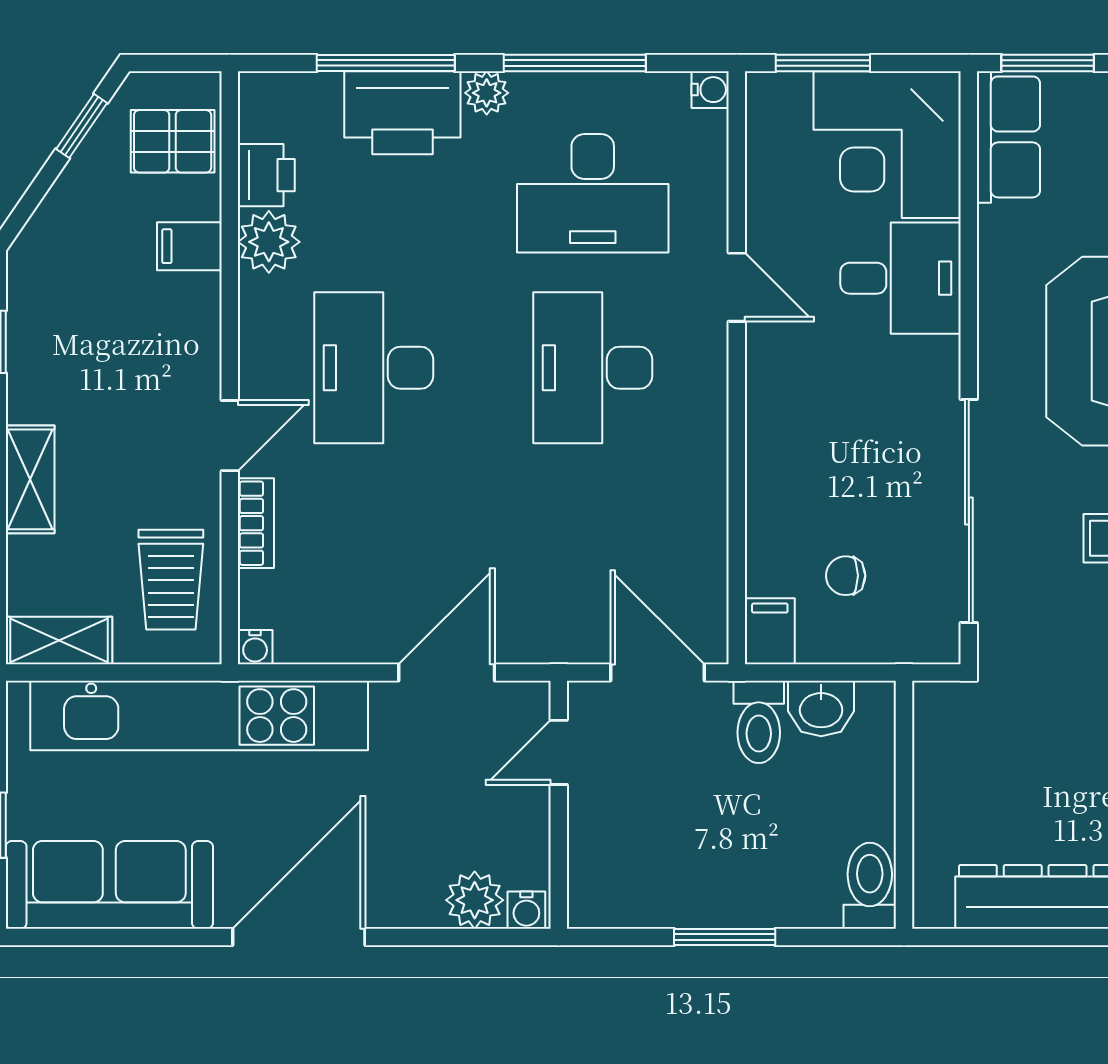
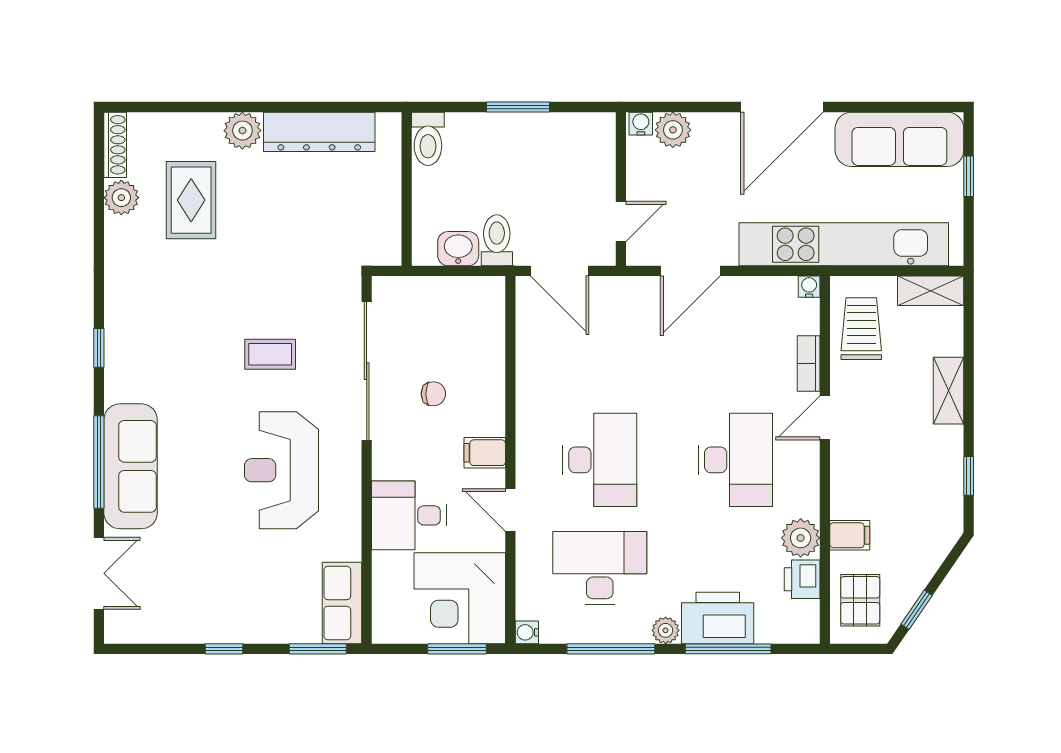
pallet: (173, 141) -> (860, 600), turned 90
corner desk: (887, 145) -> (460, 598), moved, turned 180
chair: (846, 576) -> (433, 394), moved
filing cabinet: (770, 631) -> (485, 453), moved, turned 90

